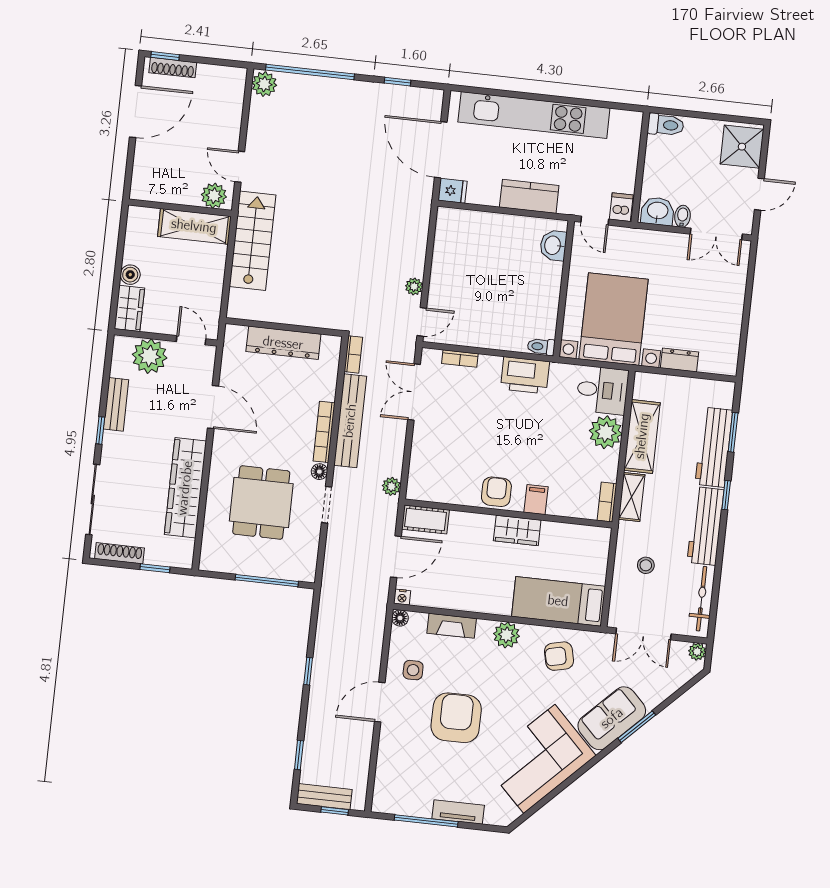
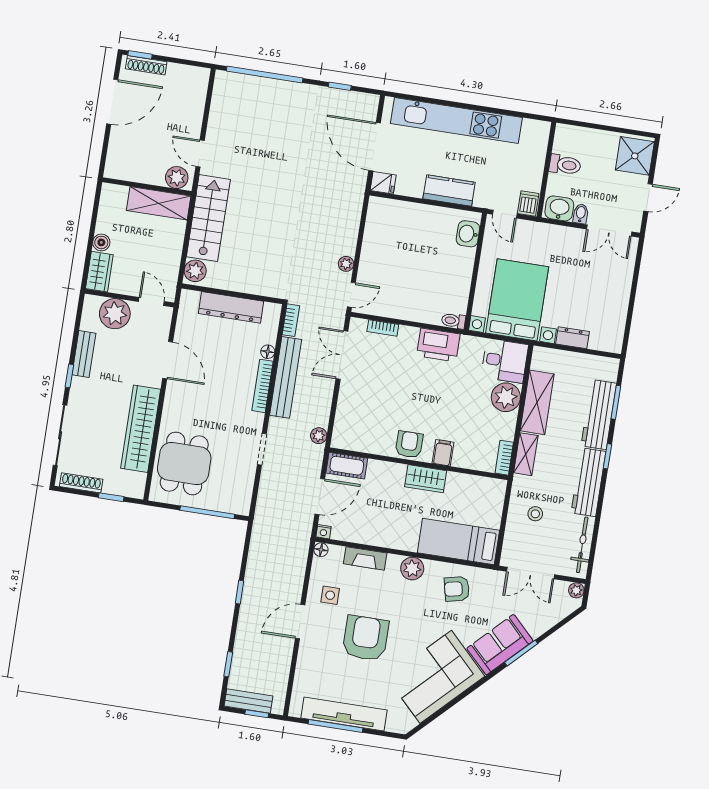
plant: (264, 84) -> (195, 271), moved
toilet: (666, 125) -> (565, 165), moved
floor lamp: (319, 472) -> (268, 352), moved
dining table: (261, 502) -> (184, 463), moved
tv unit: (458, 812) -> (344, 714), width x1.92, depth x1.29

